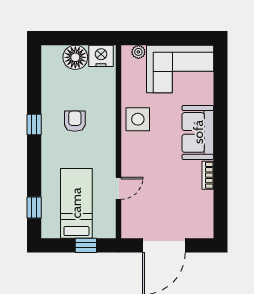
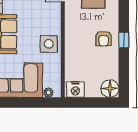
floor lamp: (75, 57) -> (110, 89), moved
armchair: (75, 121) -> (104, 39), moved

